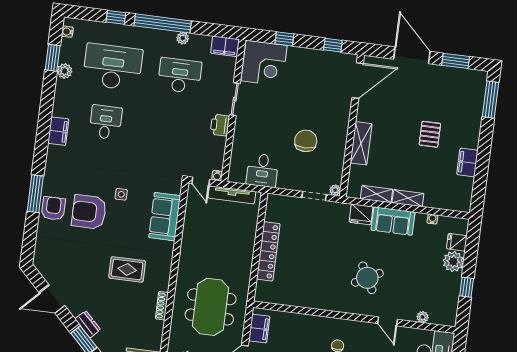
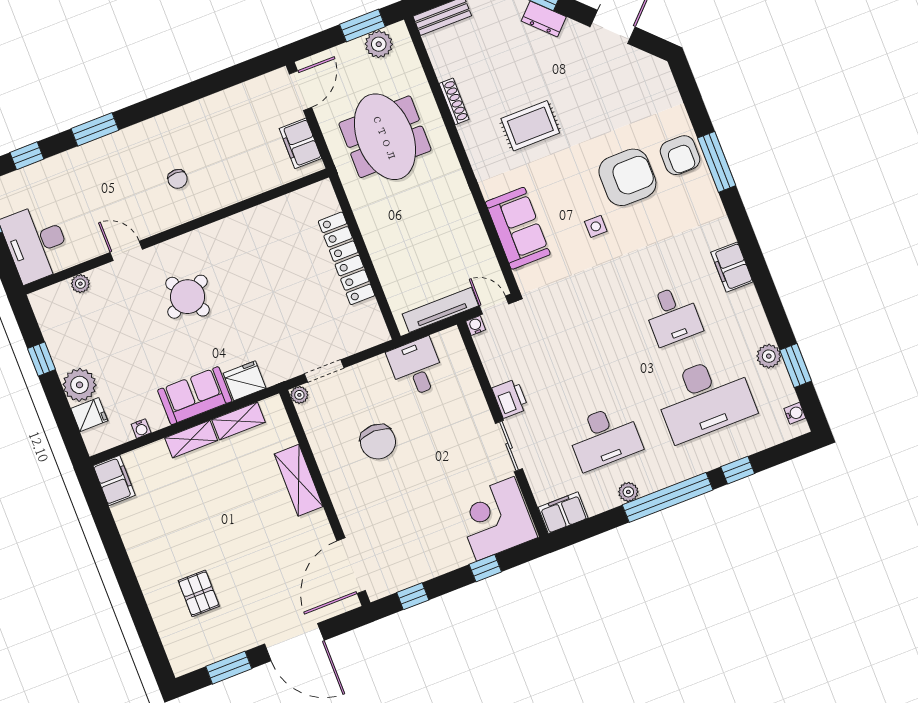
window: (491, 99) -> (151, 640), removed
pallet: (430, 134) -> (199, 593), moved
filing cabinet: (467, 162) -> (114, 481), moved

